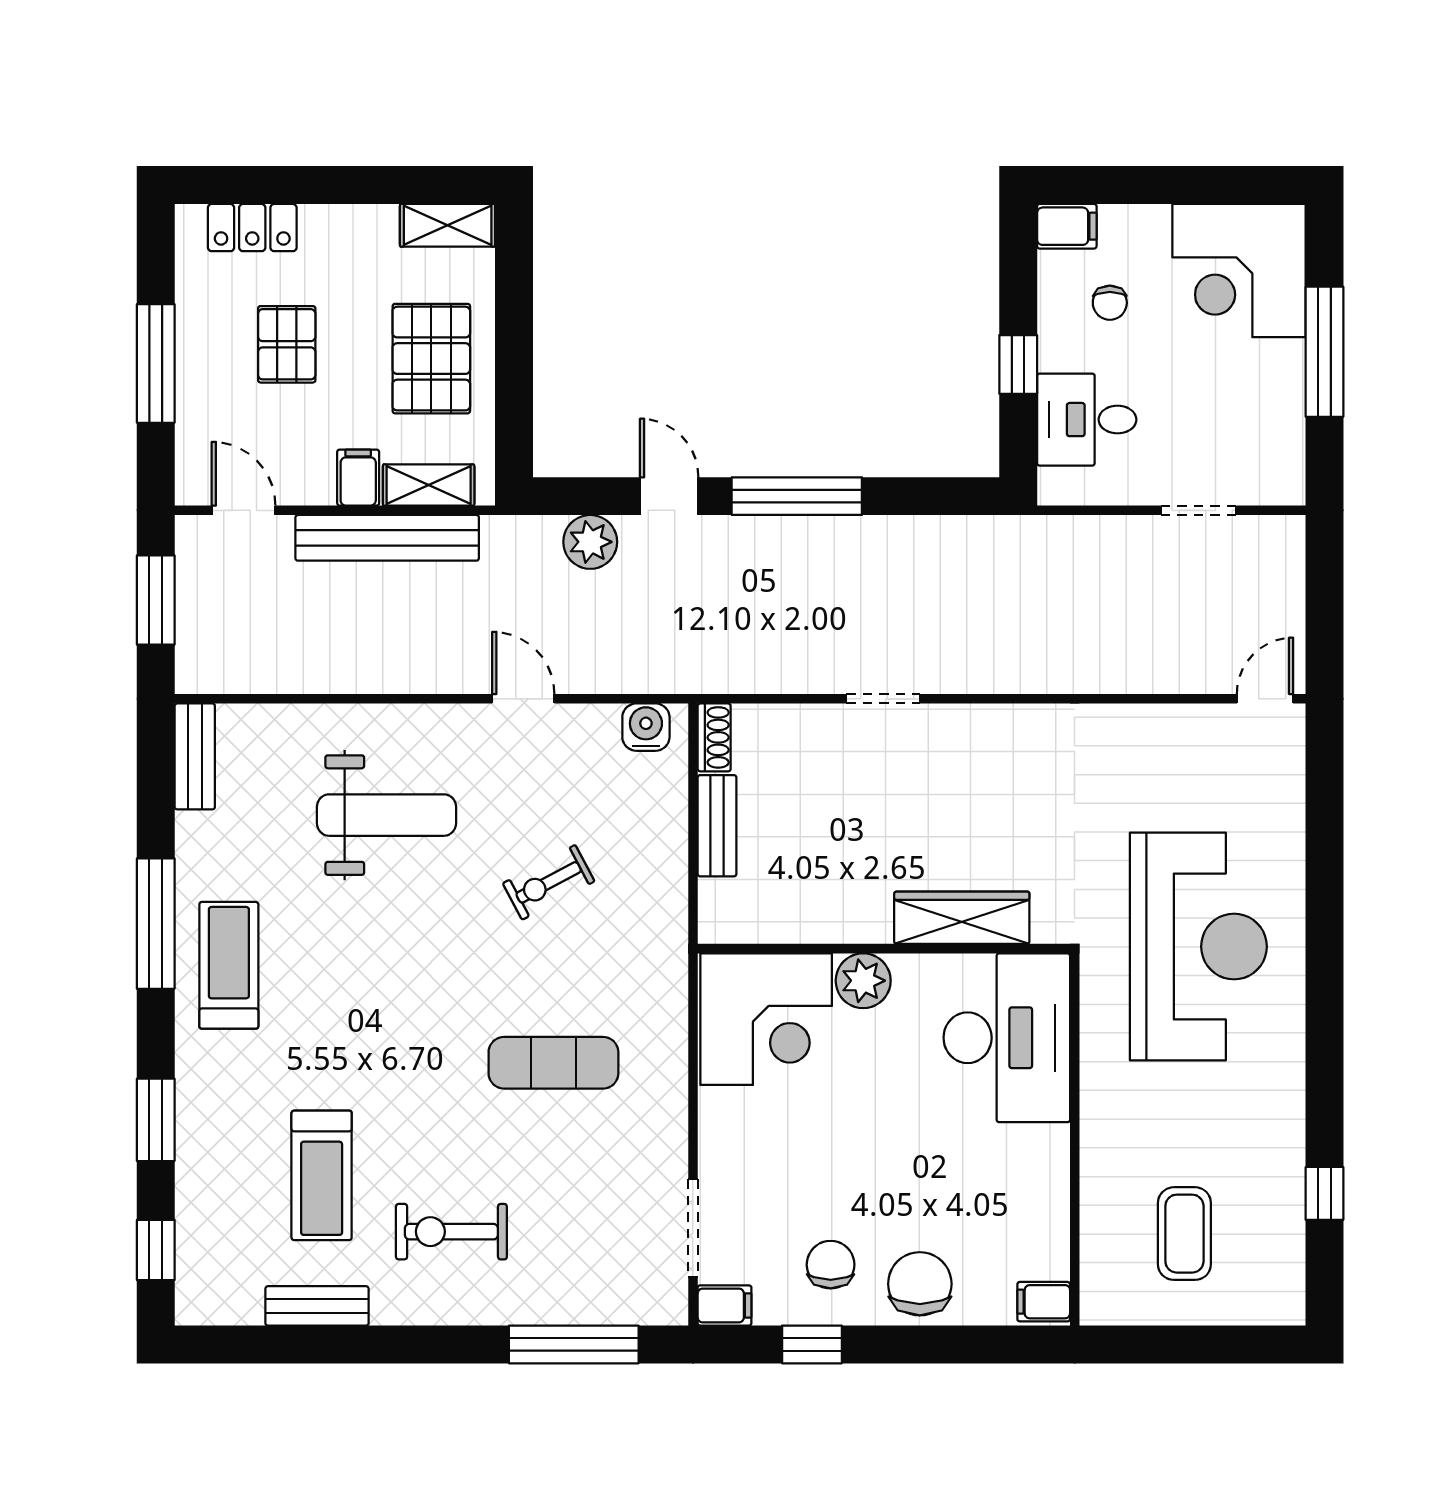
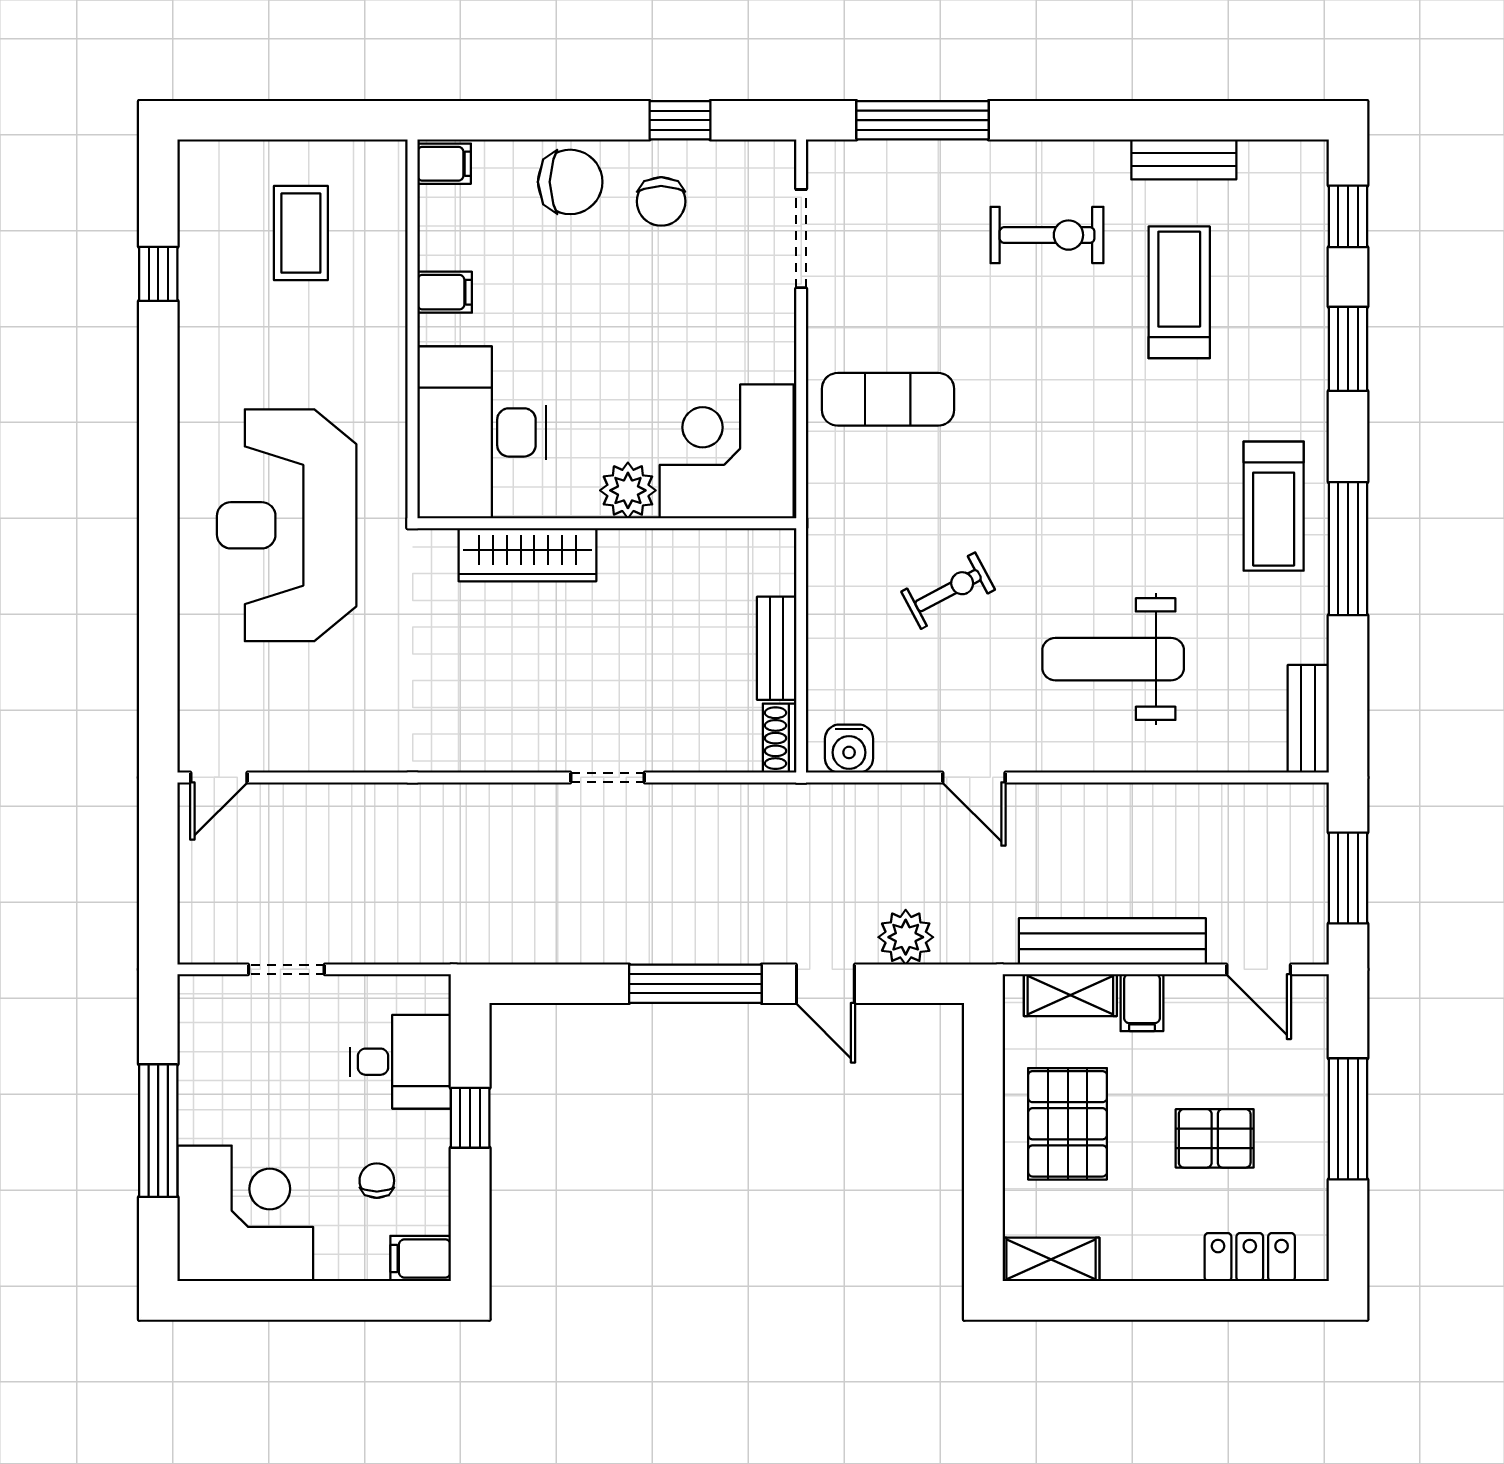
pallet: (287, 344) -> (1215, 1138), turned 90
exercise mat: (553, 1063) -> (888, 399), moved
chair: (920, 1284) -> (570, 182), turned -90
filing cabinet: (725, 1305) -> (445, 292), moved, turned 180

